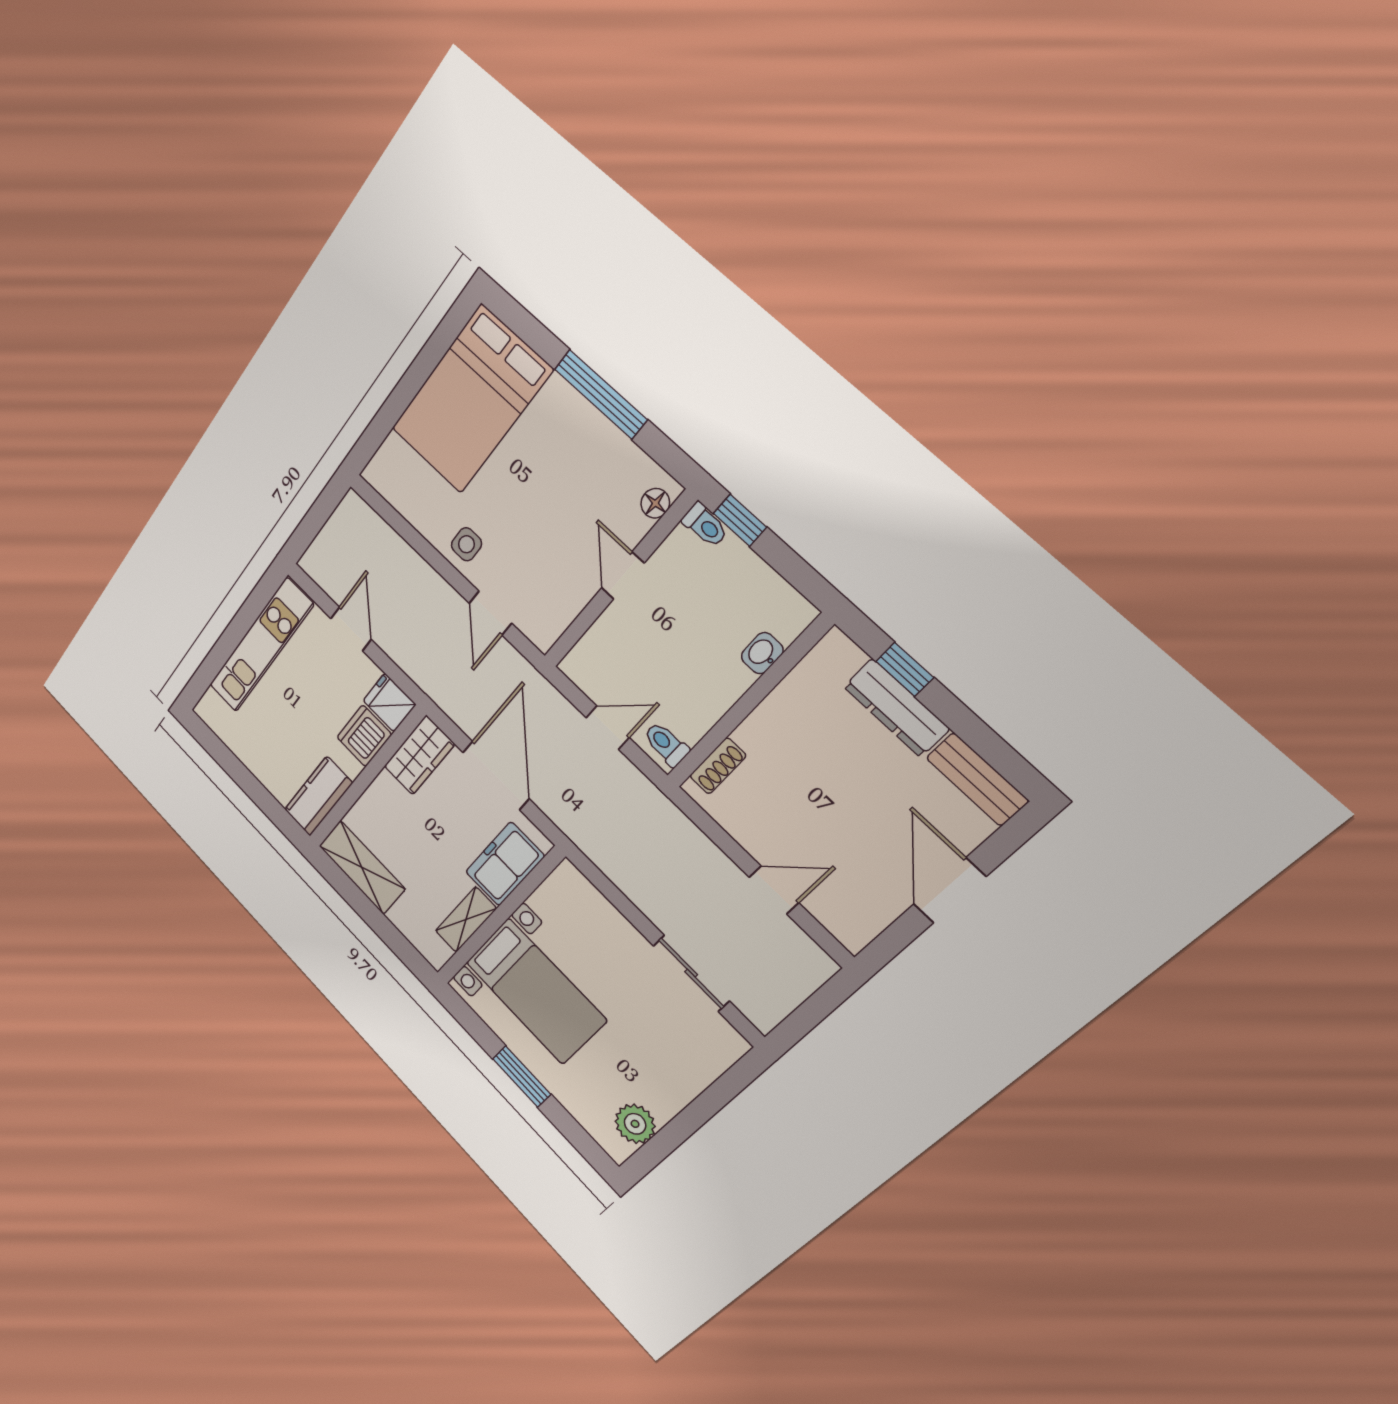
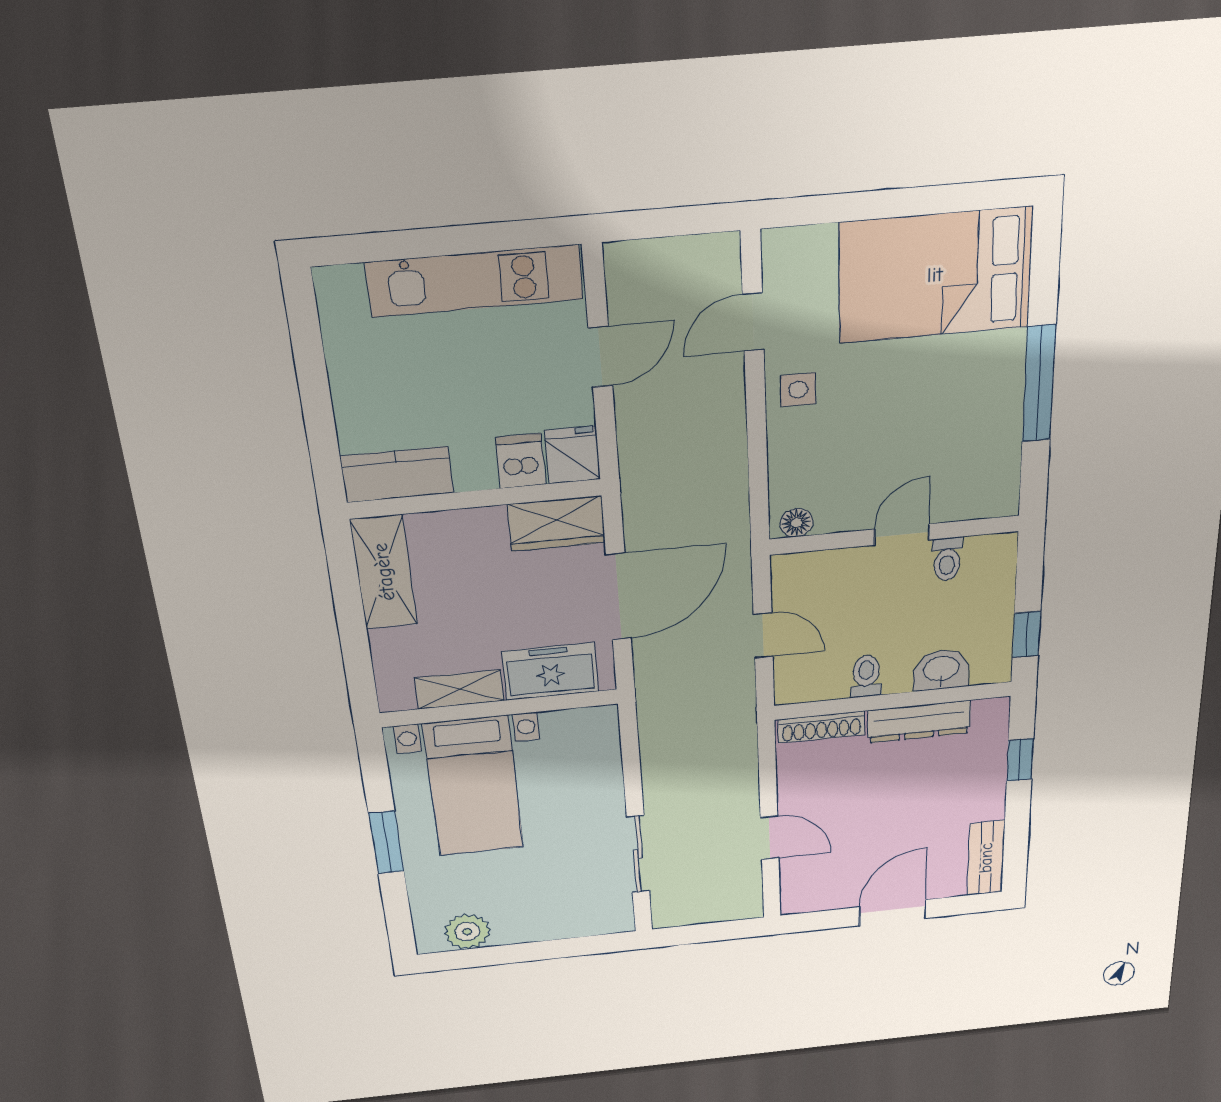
floor lamp: (655, 503) -> (796, 523), moved
window: (740, 520) -> (1026, 634), moved
toilet: (705, 525) -> (947, 559), moved
door: (490, 613) -> (753, 322), moved
washbasin: (762, 653) -> (941, 670), width x1.38, depth x1.45
dresser: (896, 708) -> (919, 722), moved, turned -90
dishwasher: (364, 736) -> (521, 461), width x0.73
toilet: (666, 744) -> (866, 676), moved
shoe rack: (718, 766) -> (821, 727), width x1.43

